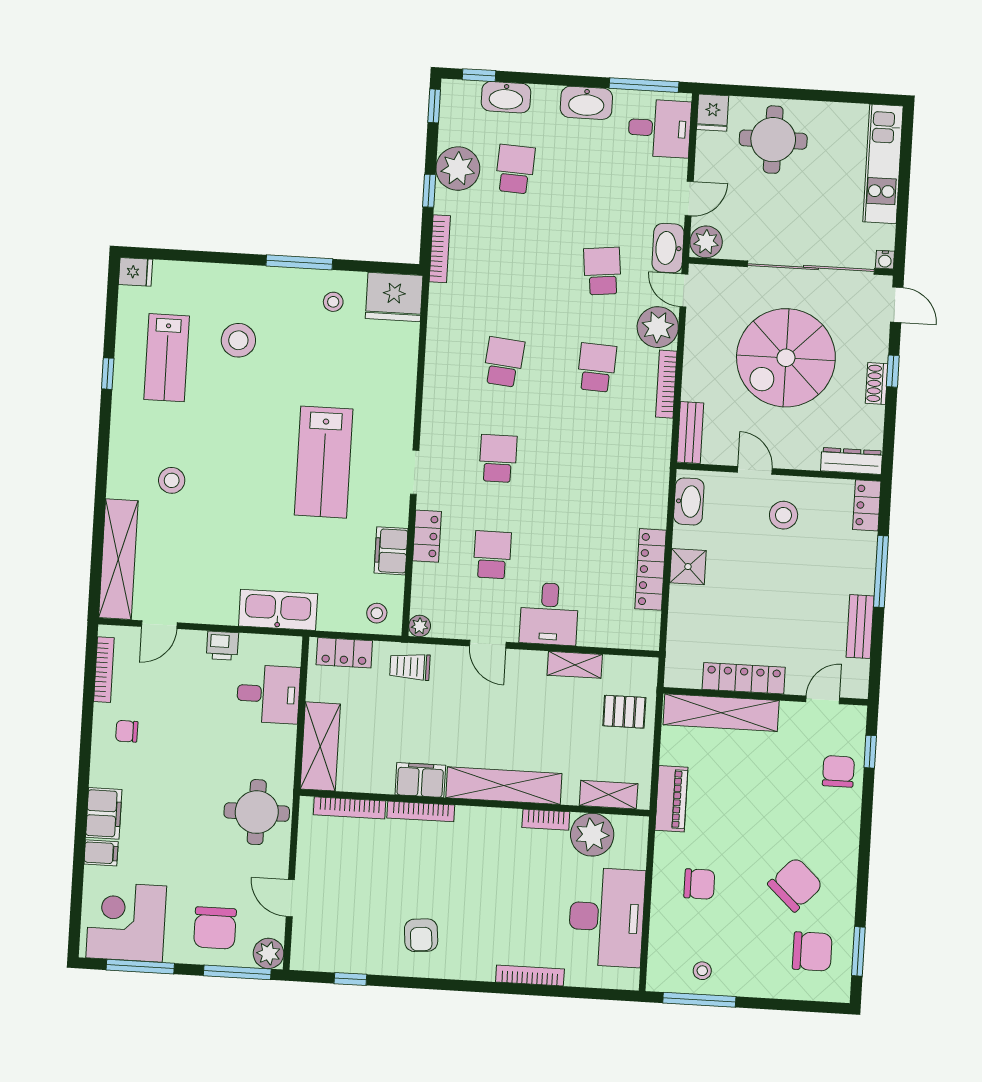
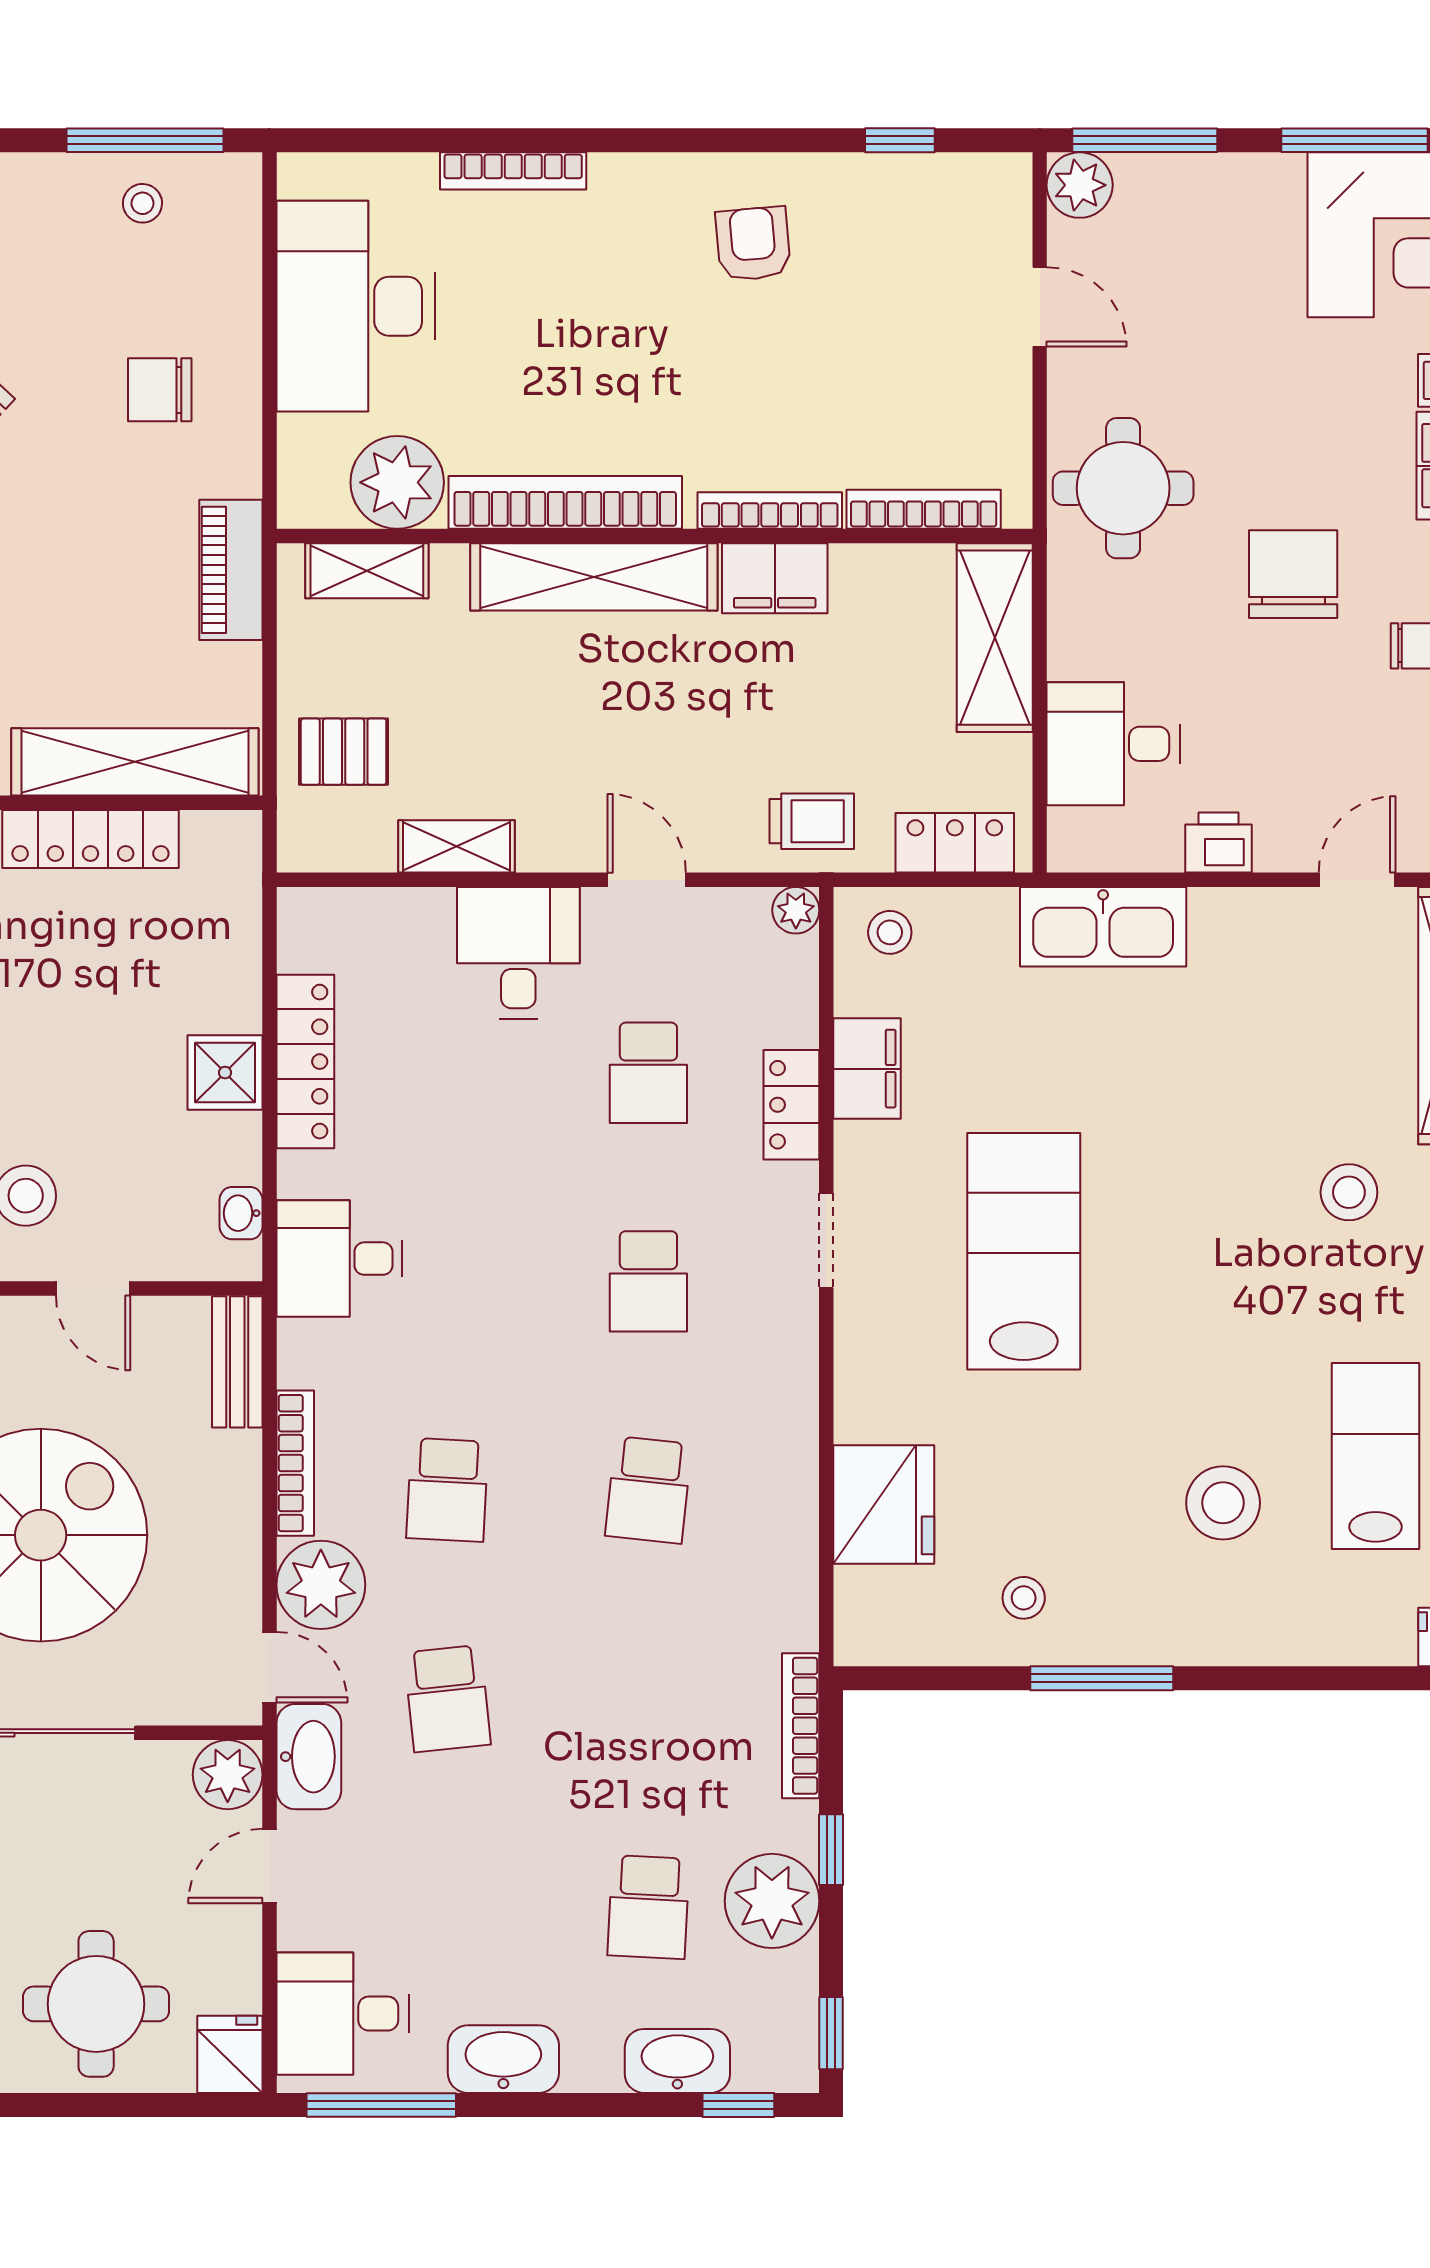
fridge: (394, 297) -> (884, 1505), moved, turned 90
desk: (640, 477) -> (340, 1259), added
washbasin: (689, 501) -> (241, 1213), width x0.52, depth x0.69
bookcase: (546, 820) -> (565, 502), width x2.31, depth x1.31
chair: (215, 928) -> (1293, 574), moved

